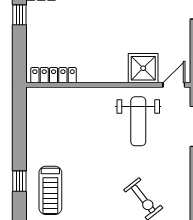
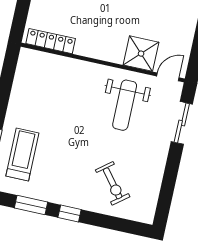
treadmill: (50, 190) -> (22, 155), turned 180

